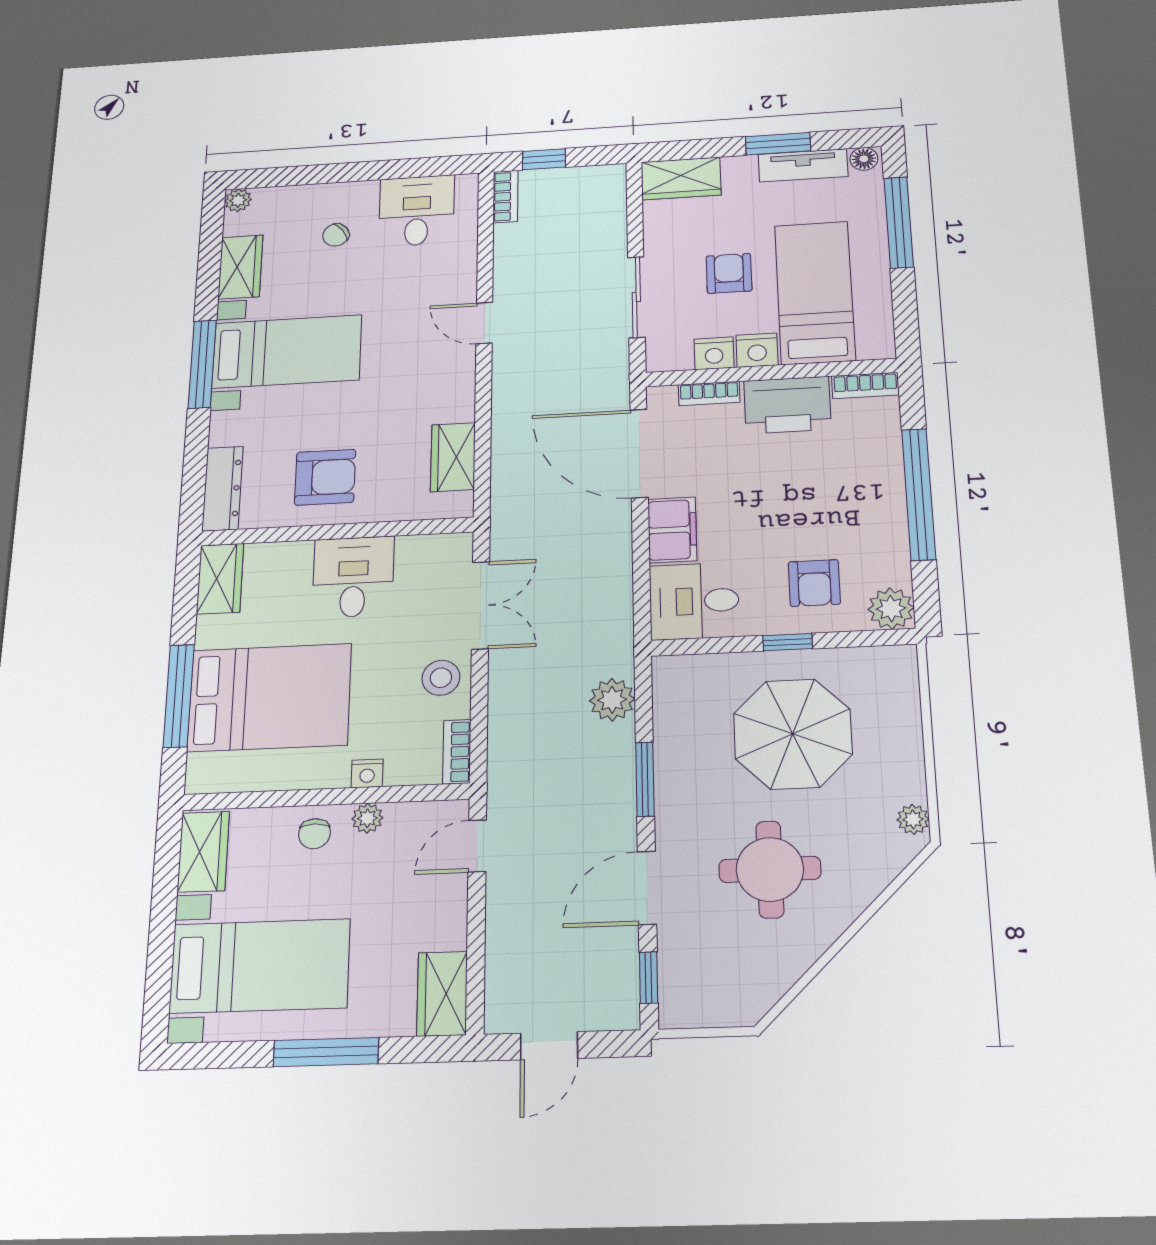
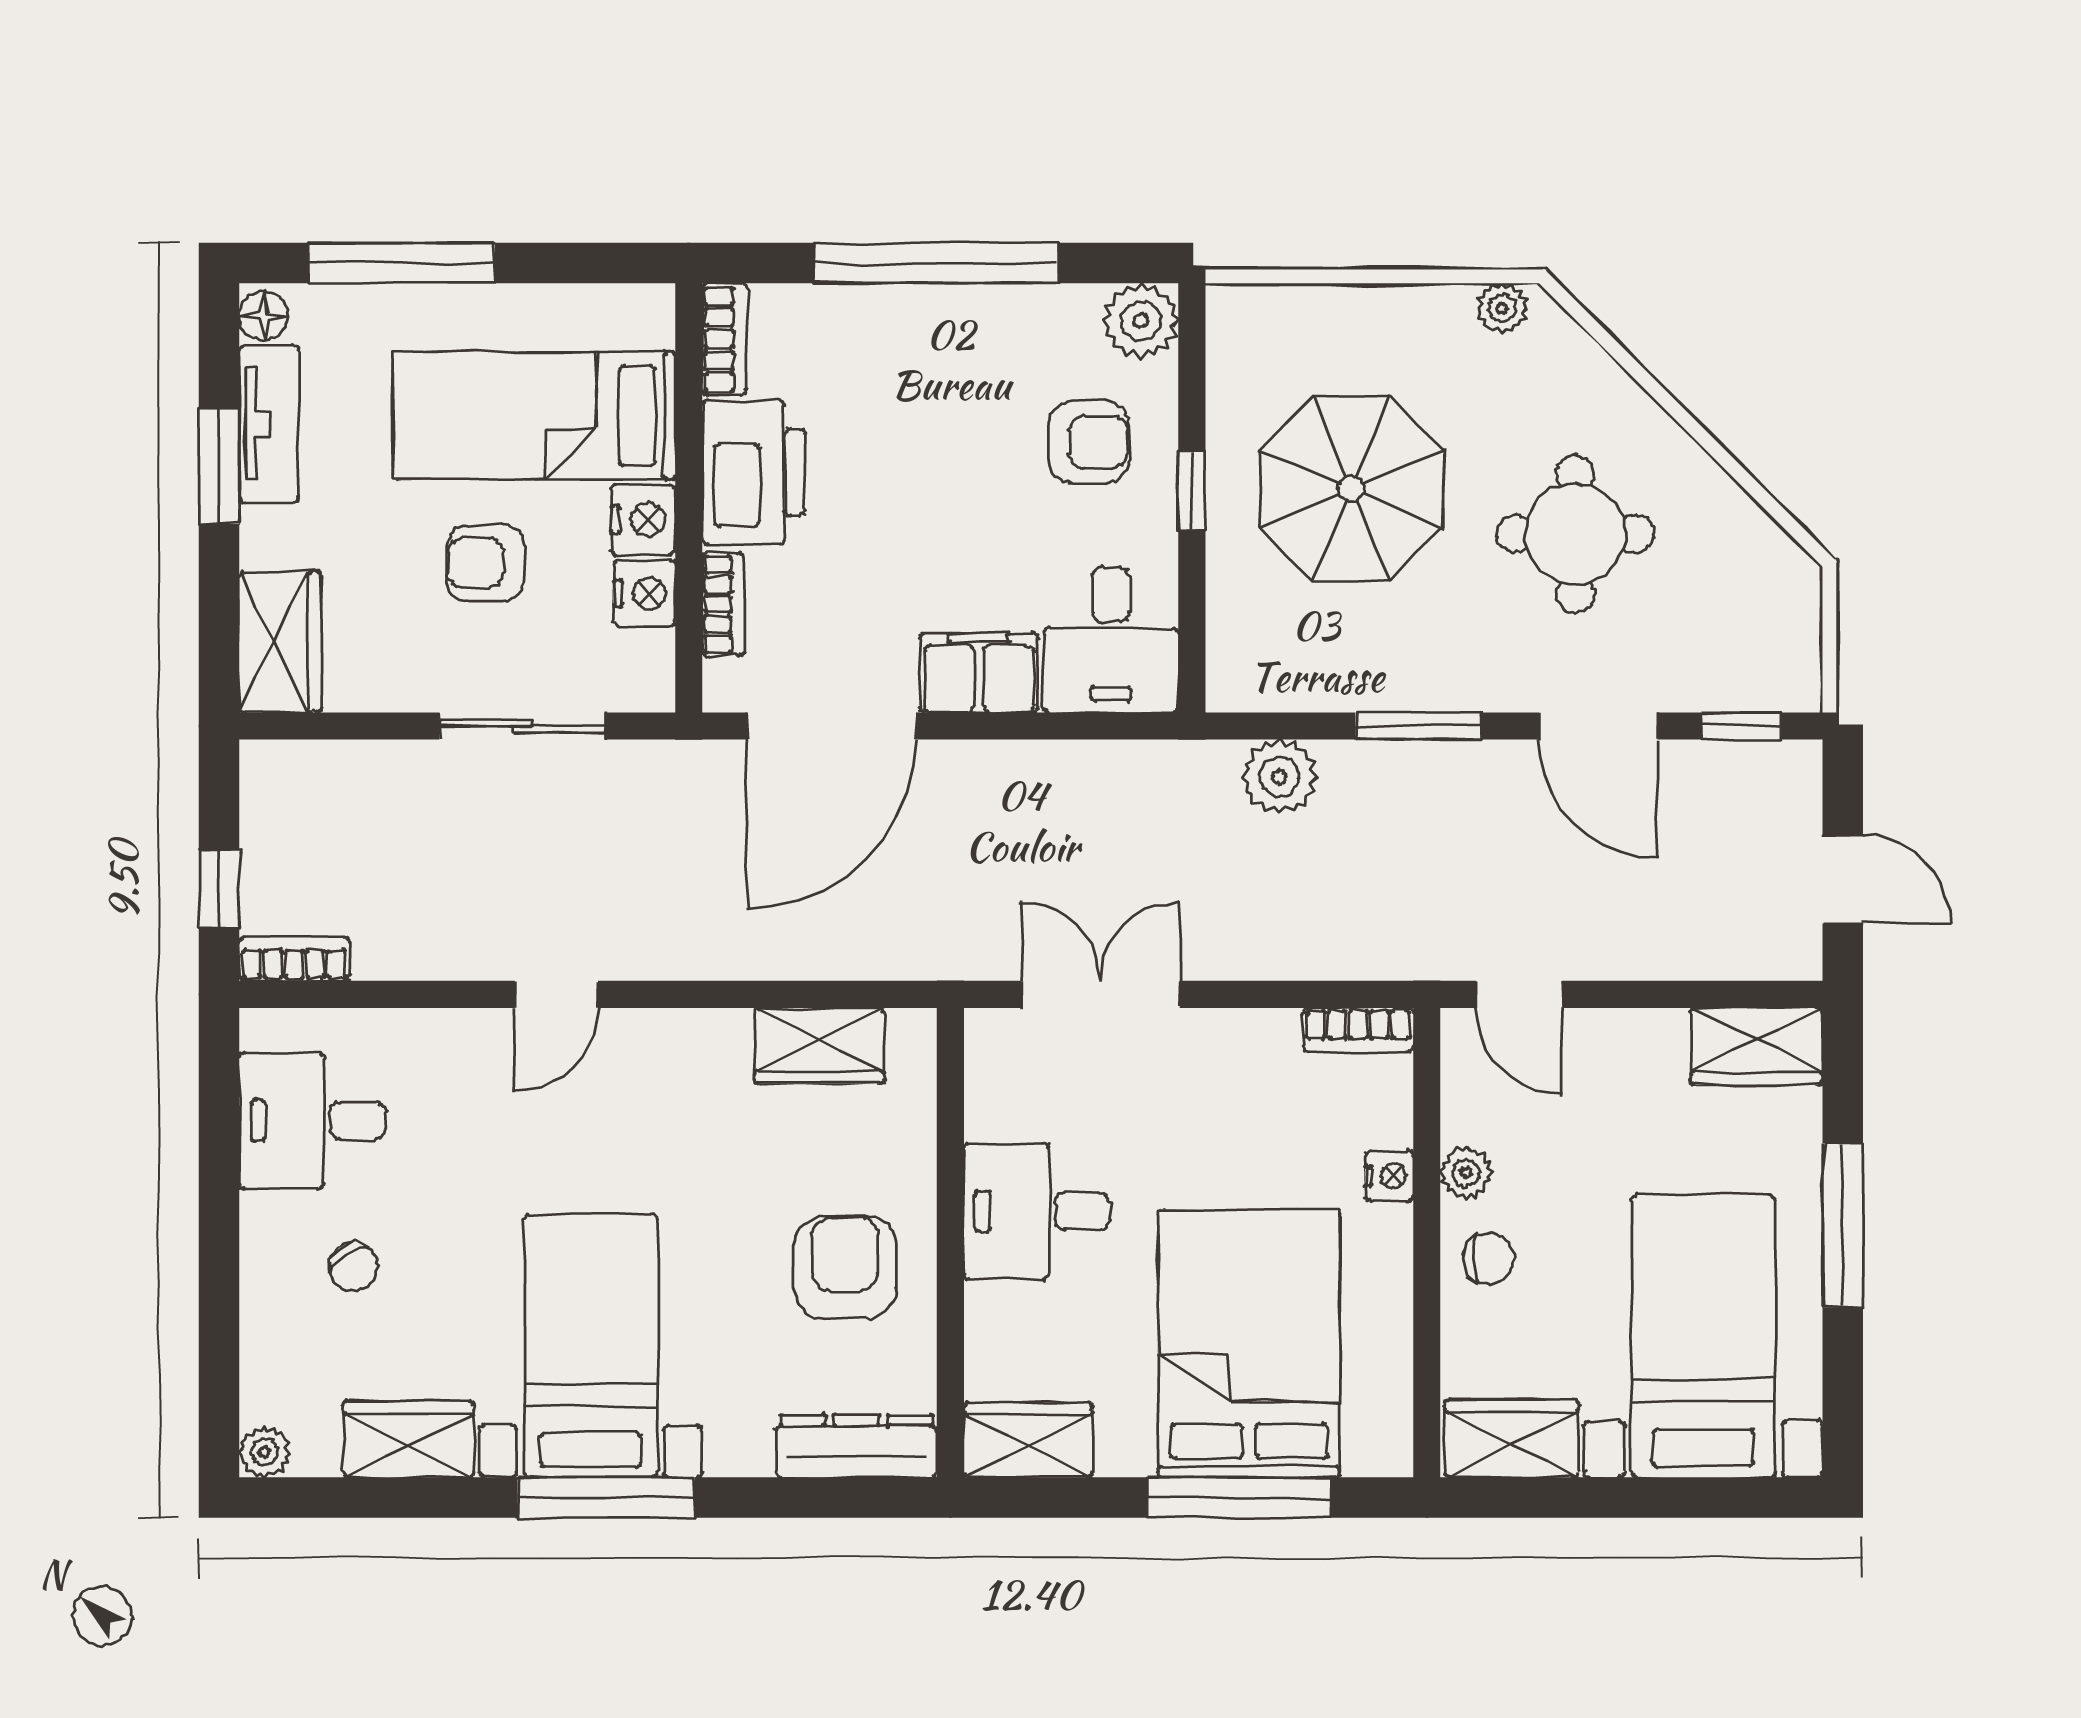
stool: (441, 678) -> (1228, 1058), removed

